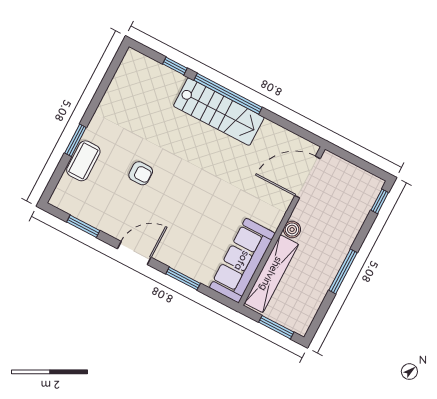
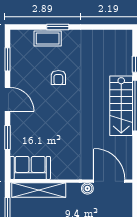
boiler: (292, 230) -> (87, 188), moved
sofa: (242, 261) -> (30, 168), width x0.73

